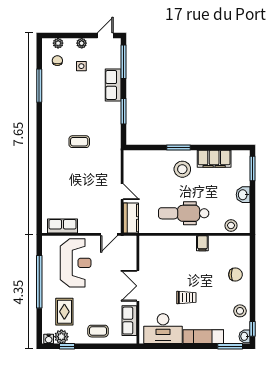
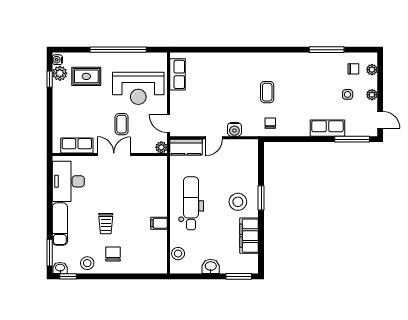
window: (123, 111) -> (299, 139), removed
chair: (108, 139) -> (270, 123), added
water cooler: (114, 172) -> (234, 129), added
plant: (131, 241) -> (161, 147), added
chair: (235, 275) -> (113, 254), moved, turned 180
trolley: (186, 297) -> (106, 224), moved
coffee table: (98, 331) -> (122, 124), moved

